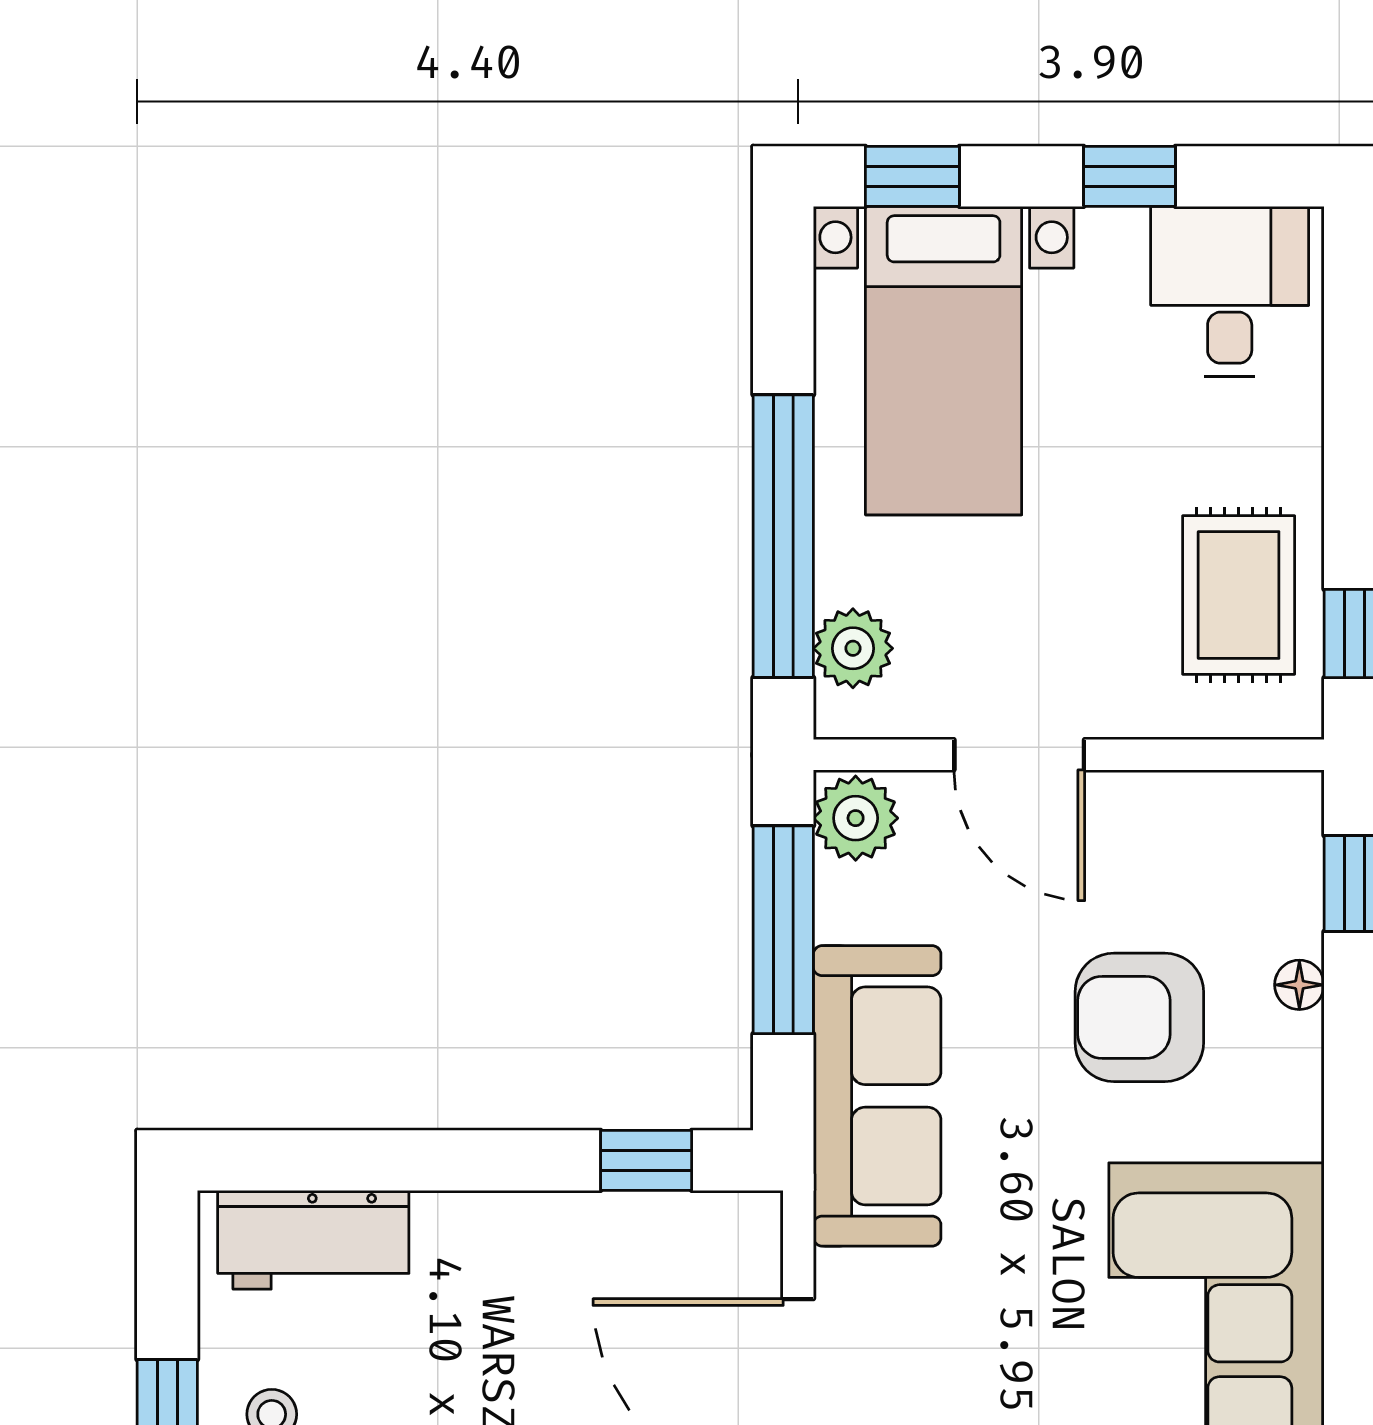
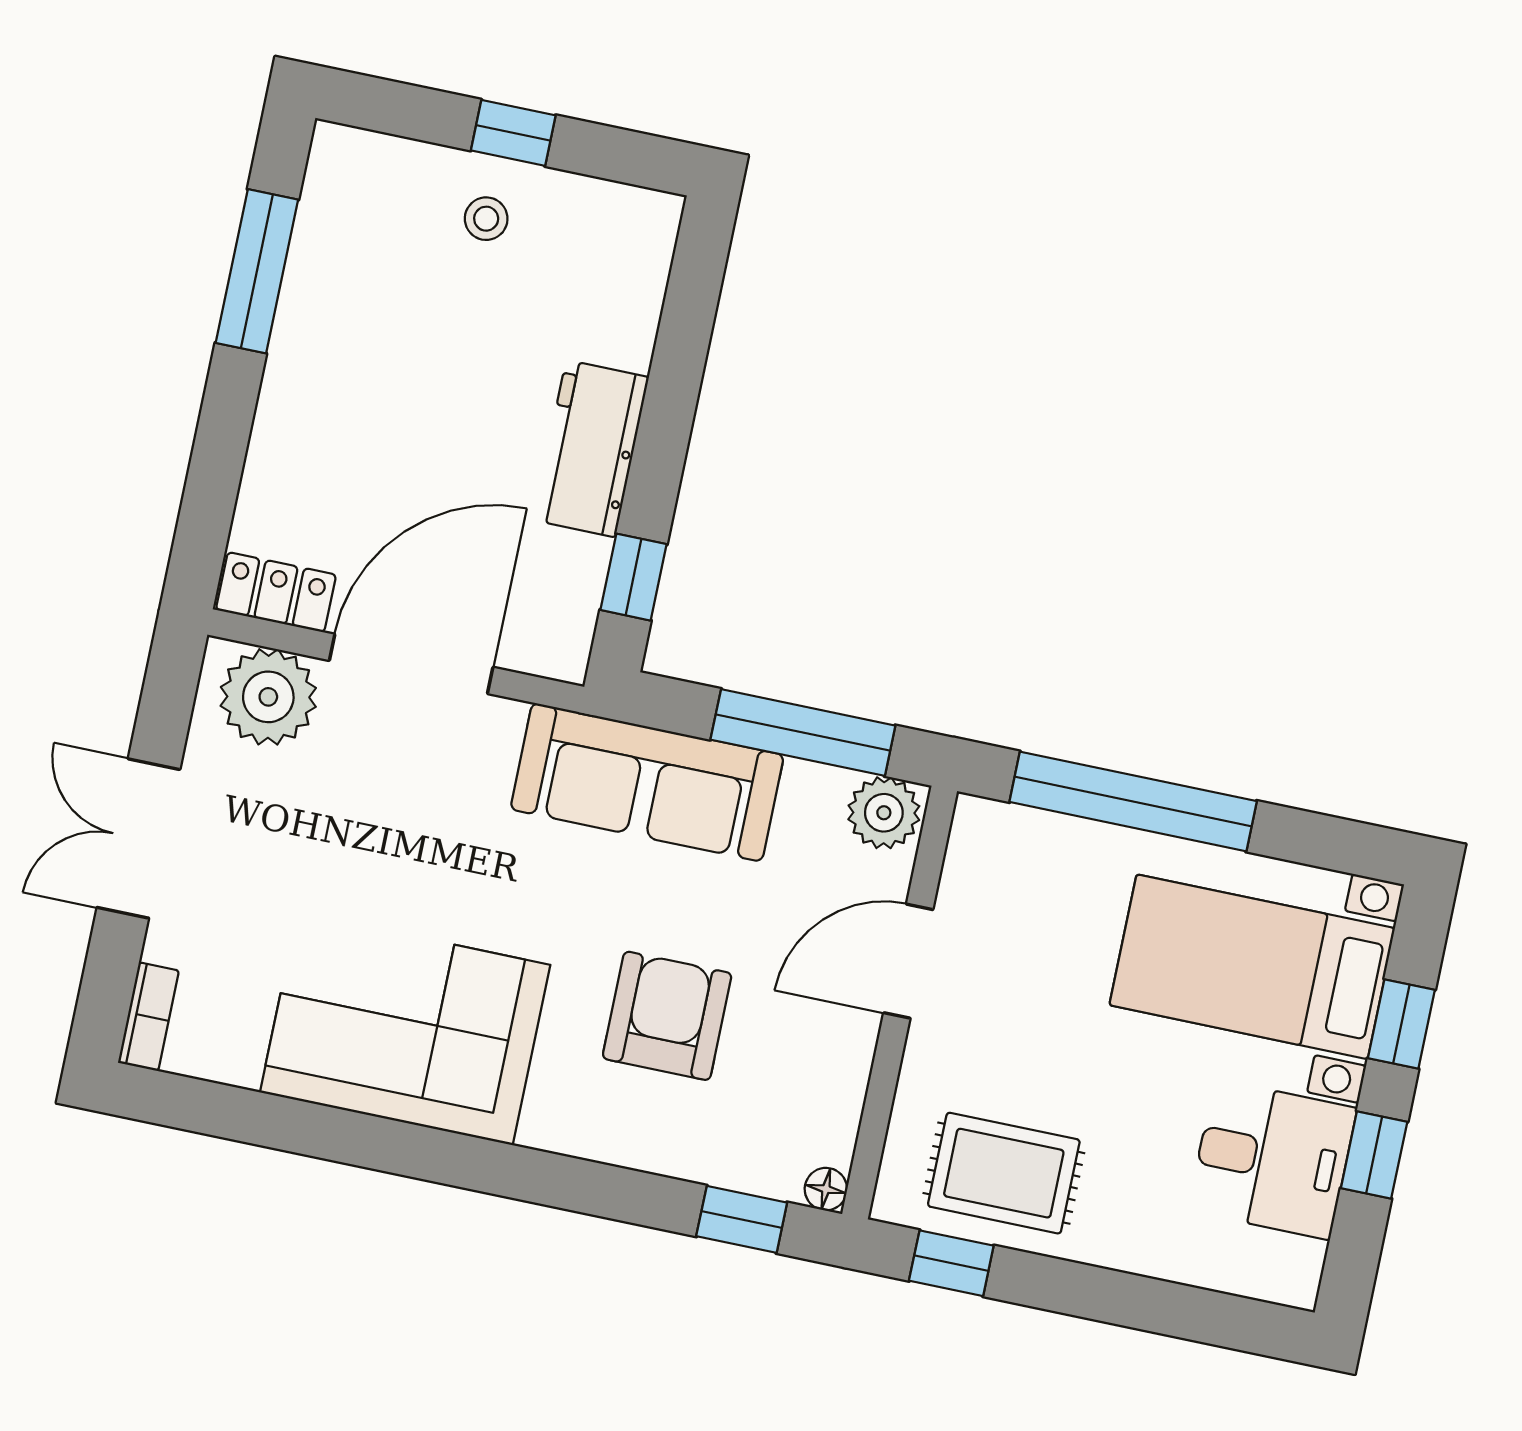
window: (912, 176) -> (1401, 1024), moved
desk: (1230, 292) -> (1272, 1159), moved
plant: (853, 648) -> (1027, 840), removed
floor lamp: (1299, 985) -> (826, 1189), moved
workbench: (313, 1240) -> (591, 449), moved

